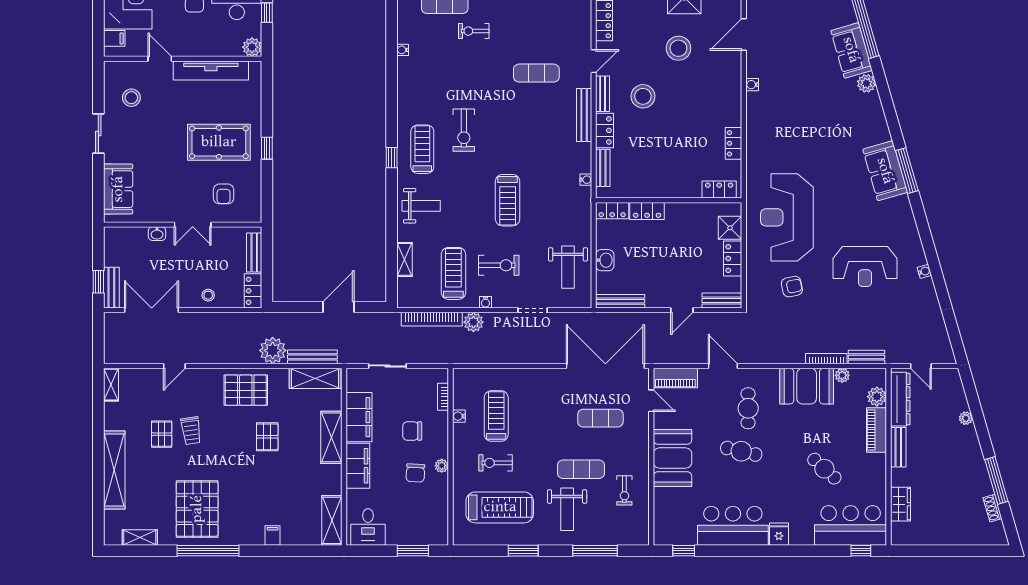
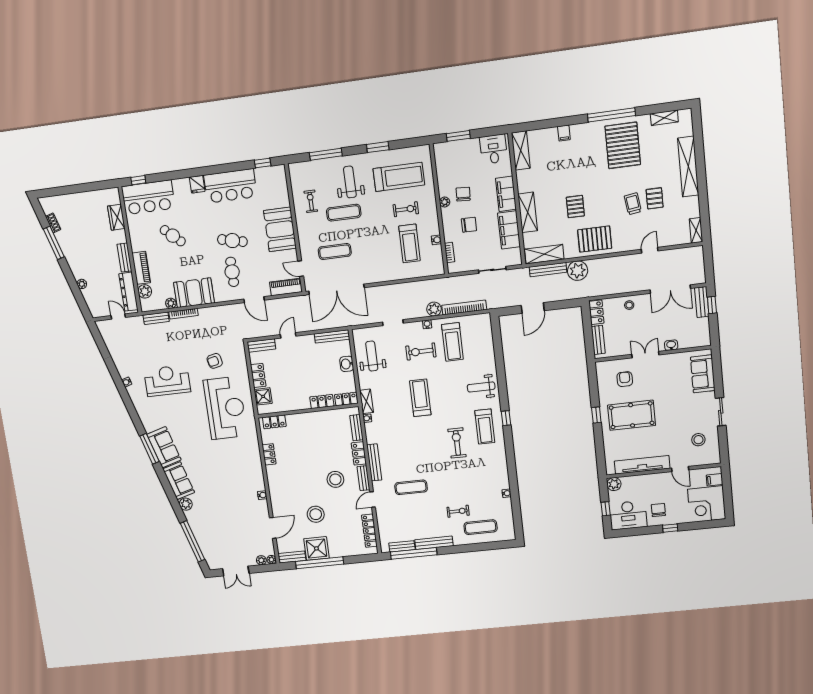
sofa: (851, 50) -> (179, 481), moved
shelving: (404, 259) -> (366, 401), moved
treadmill: (500, 507) -> (399, 177), turned 180

